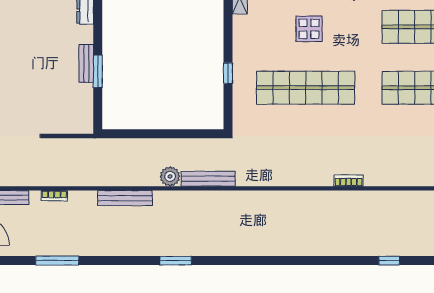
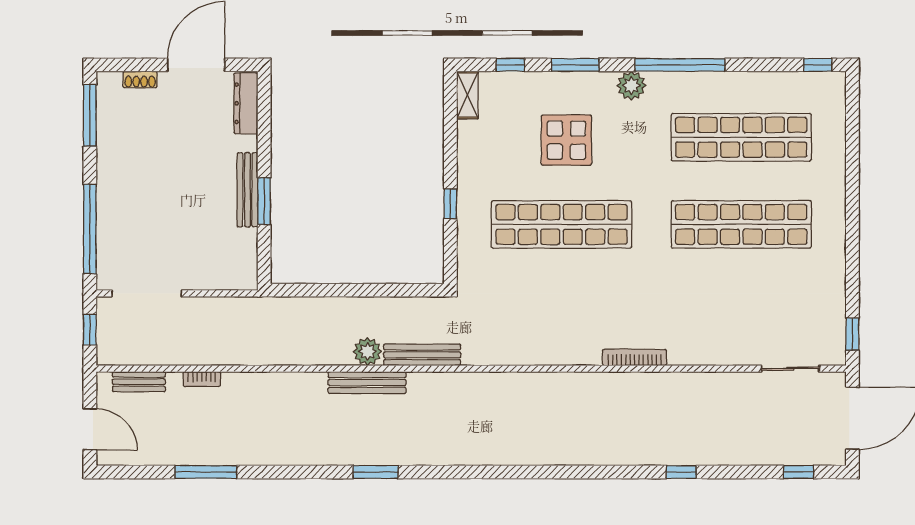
display table: (309, 29) -> (566, 140), width x1.36, depth x1.36
bench: (86, 63) -> (247, 190), width x1.36
bookcase: (349, 181) -> (635, 357), width x1.56
bench: (125, 198) -> (367, 383), moved

